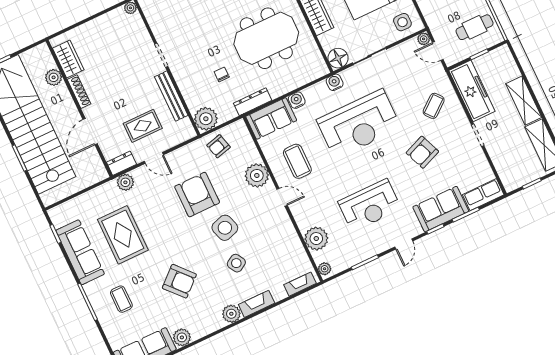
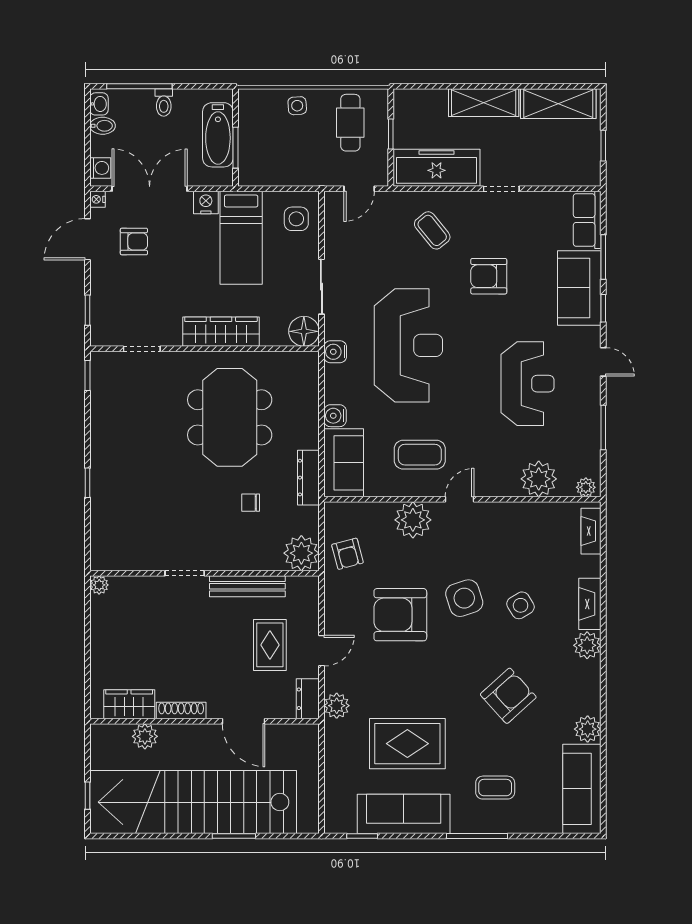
plant: (424, 39) -> (333, 201), removed
armchair: (422, 152) -> (489, 276), turned 112

